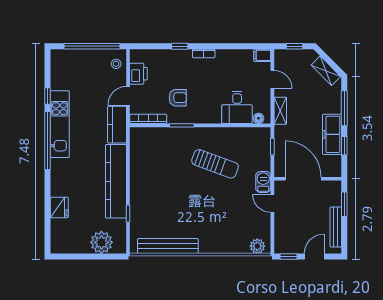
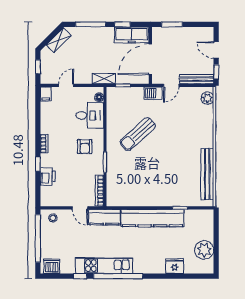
dishwasher: (59, 63) -> (52, 266), added
printer: (138, 74) -> (48, 176), moved, turned 90
armchair: (178, 98) -> (85, 147), moved, turned 180
shelving: (280, 111) -> (104, 79), moved
freezer: (332, 134) -> (132, 35), moved
sun lounger: (215, 164) -> (138, 134), turned -152
bench: (336, 227) -> (197, 79), moved
plant: (101, 242) -> (204, 250), moved

